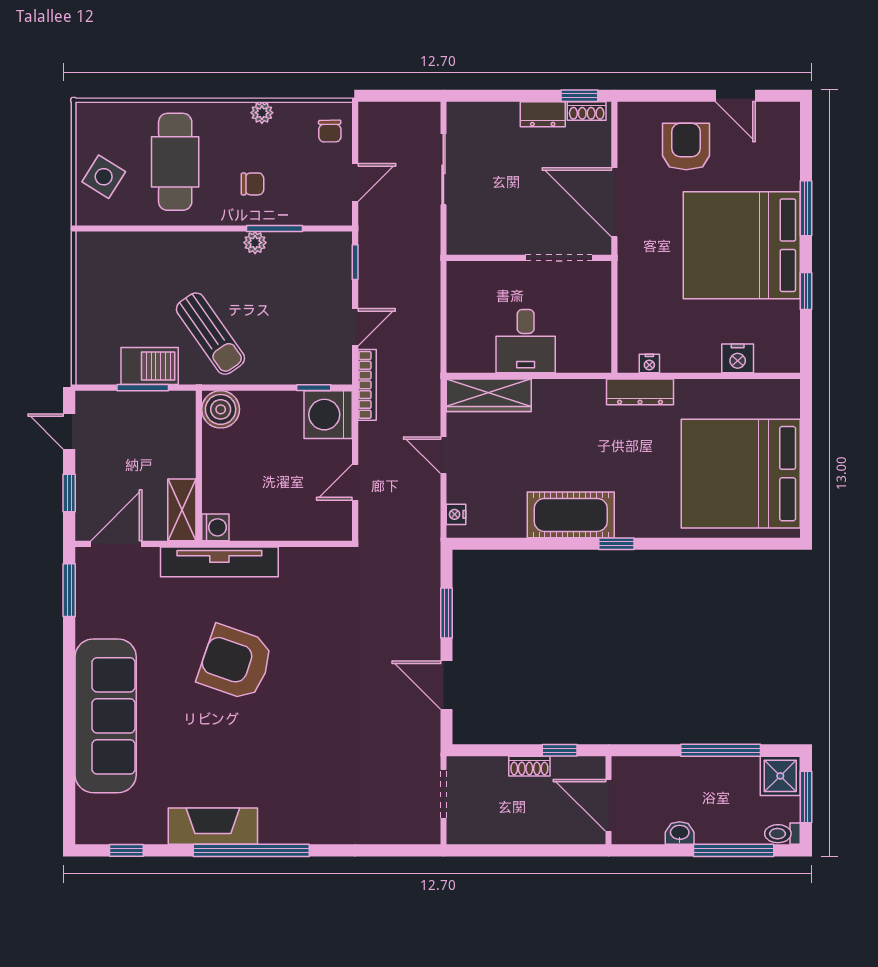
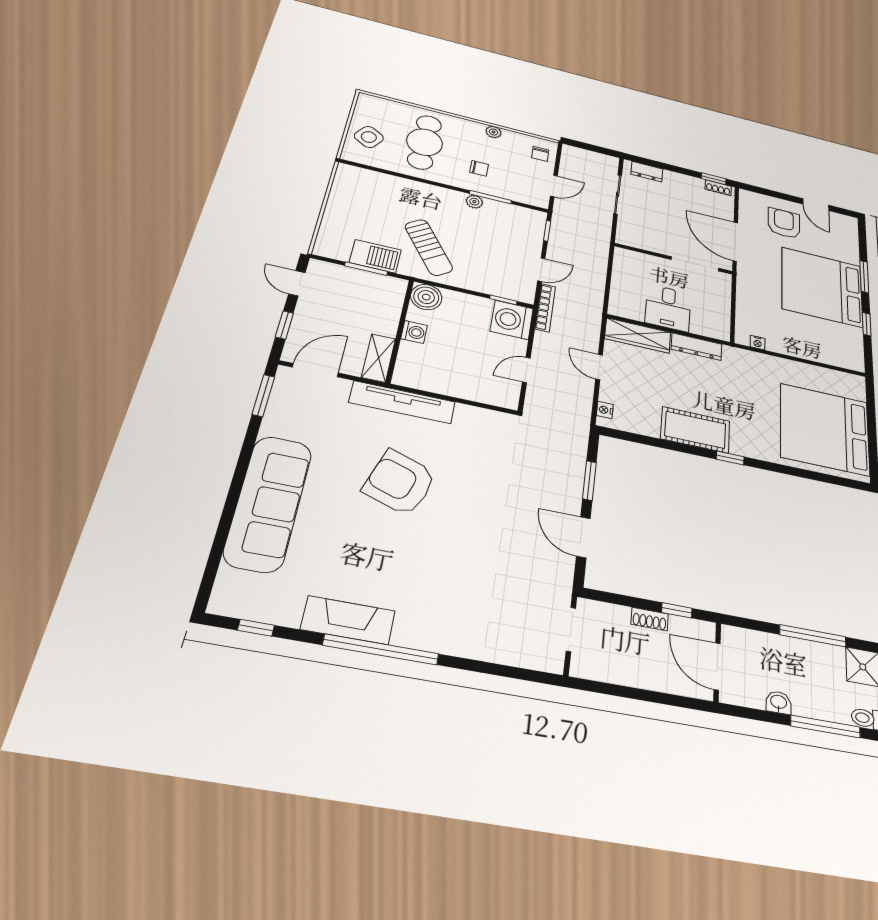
dresser: (543, 114) -> (647, 172), moved
nightstand: (738, 358) -> (821, 354), removed
dresser: (640, 392) -> (697, 347), moved
washing machine: (215, 527) -> (414, 332), moved

